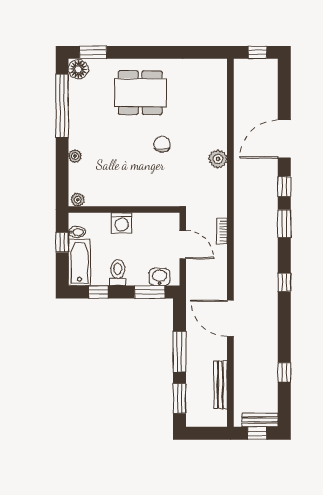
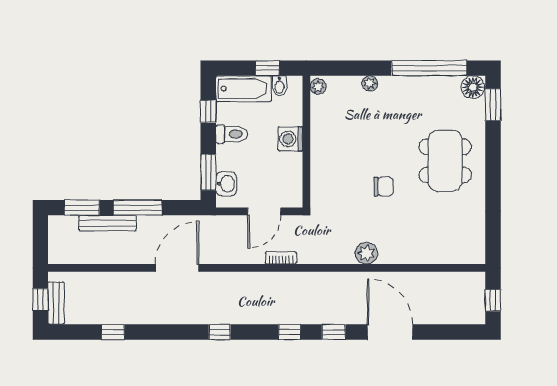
window: (284, 224) -> (290, 332), width x0.67
bench: (220, 385) -> (108, 223), moved

